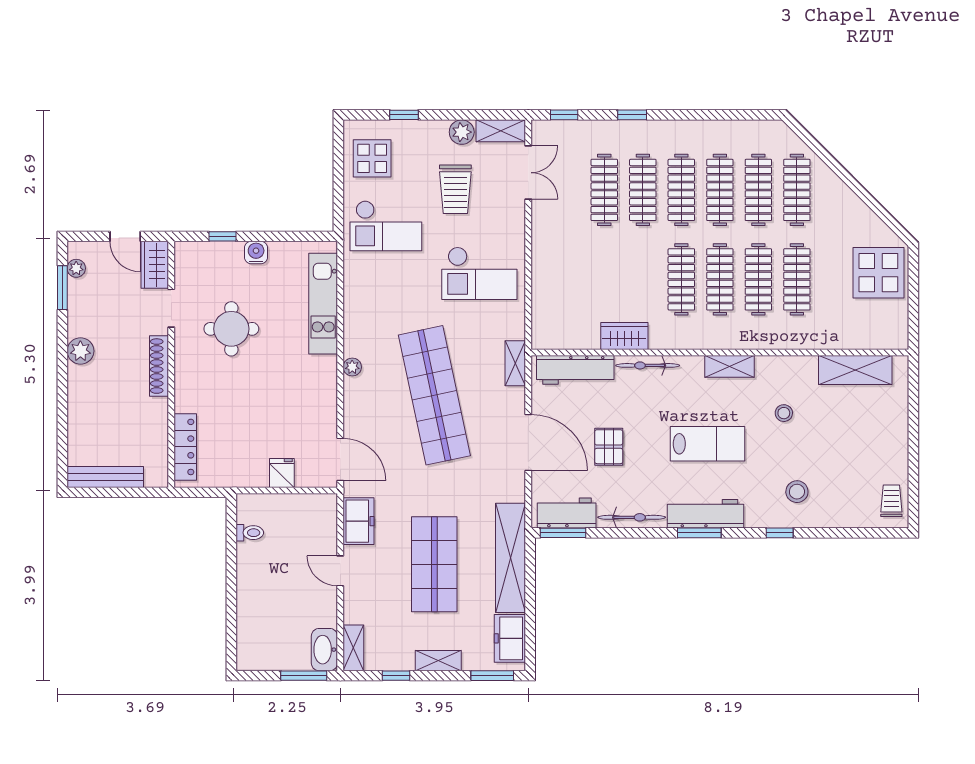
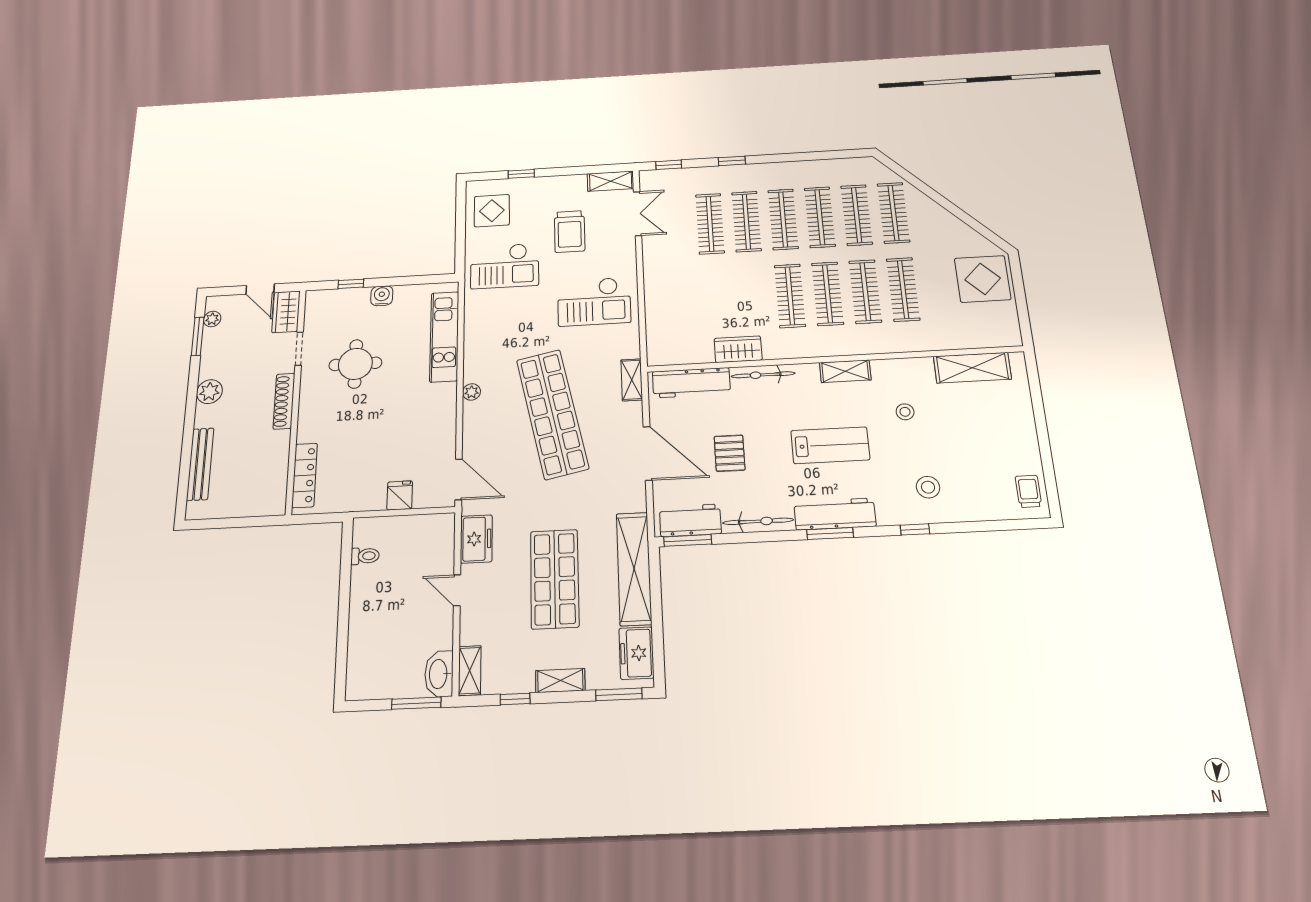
plant: (462, 132) -> (575, 184), removed
bench: (105, 477) -> (200, 464), moved, turned 90

